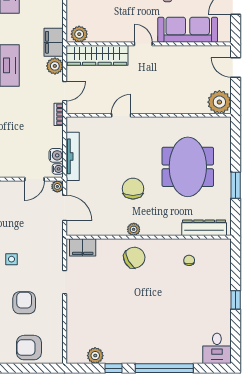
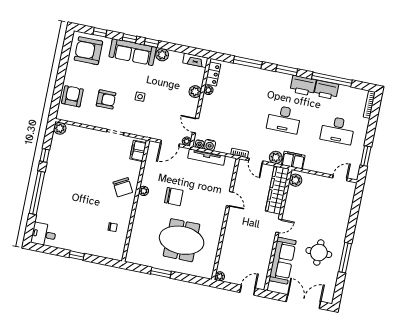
plant: (219, 102) -> (220, 276), width x0.53, depth x0.53
dresser: (204, 228) -> (134, 243), removed
plant: (95, 356) -> (60, 128), moved

